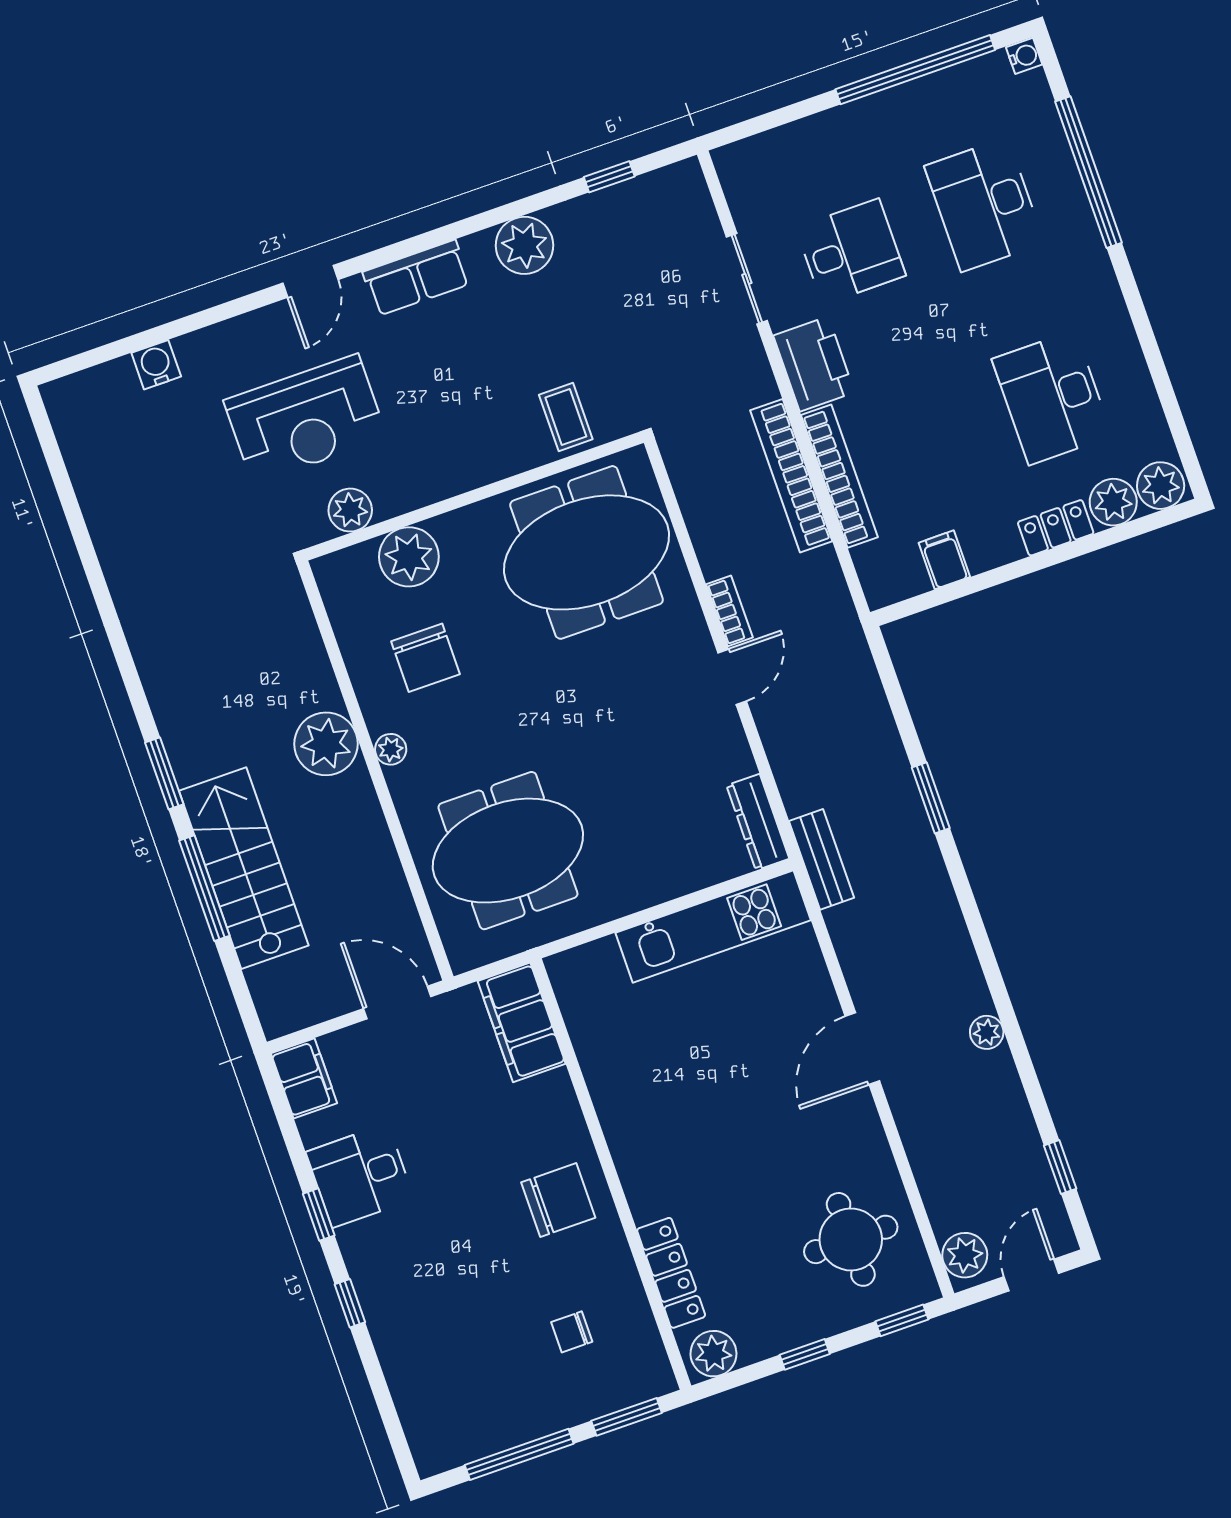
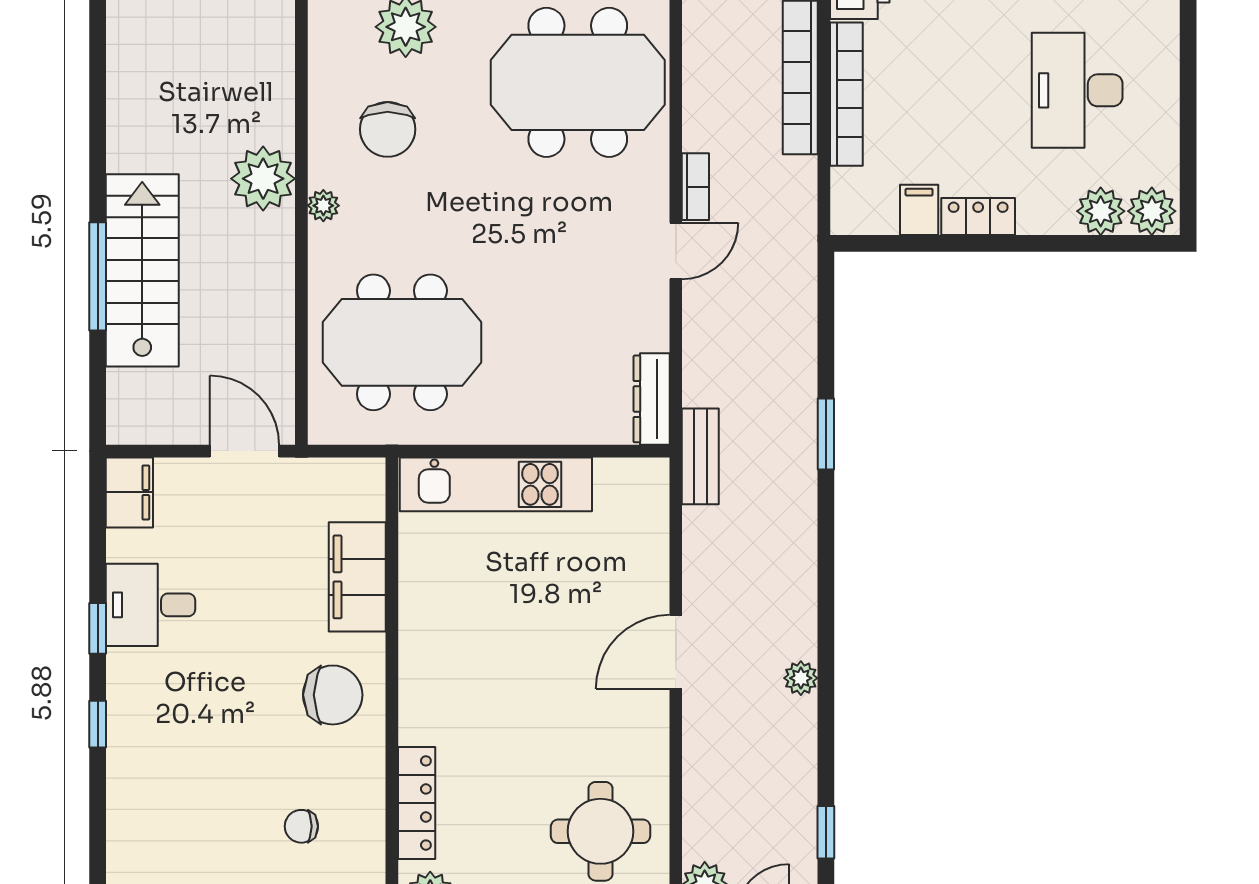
locker: (1056, 528) -> (978, 217), moved
window: (164, 773) -> (98, 153), removed
kitchen unit: (713, 927) -> (496, 484), moved
filing cabinet: (522, 1022) -> (357, 577), moved

